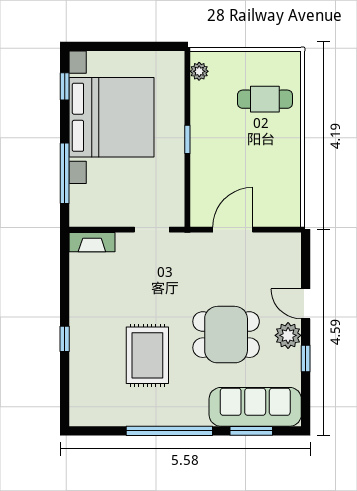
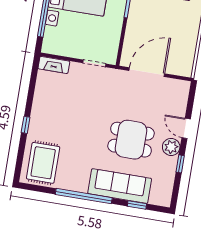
door: (233, 230) -> (147, 72), width x1.36
rug: (147, 355) -> (43, 163), moved
sofa: (255, 407) -> (120, 186), moved
window: (251, 431) -> (137, 205), width x0.67

